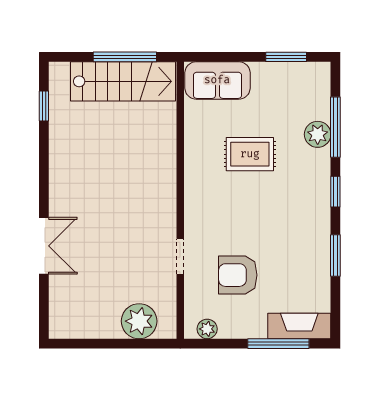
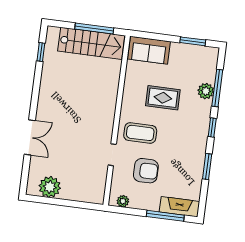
coffee table: (221, 216) -> (140, 133), added
armchair: (238, 275) -> (146, 171), turned 180
plant: (139, 321) -> (50, 187), moved

